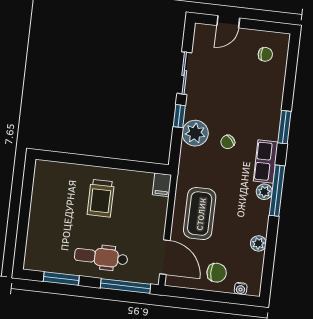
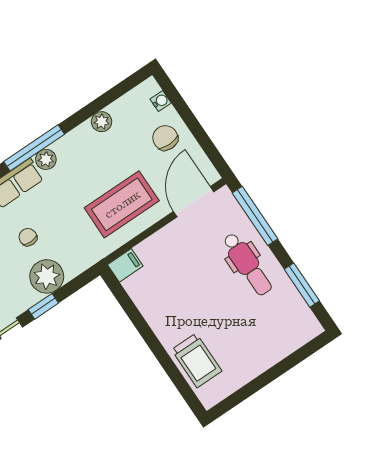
chair: (228, 142) -> (28, 237), turned -138
trolley: (101, 198) -> (197, 360), moved, turned 90

